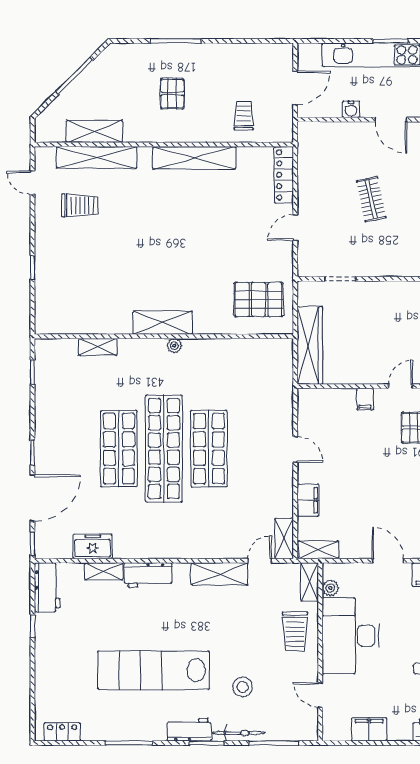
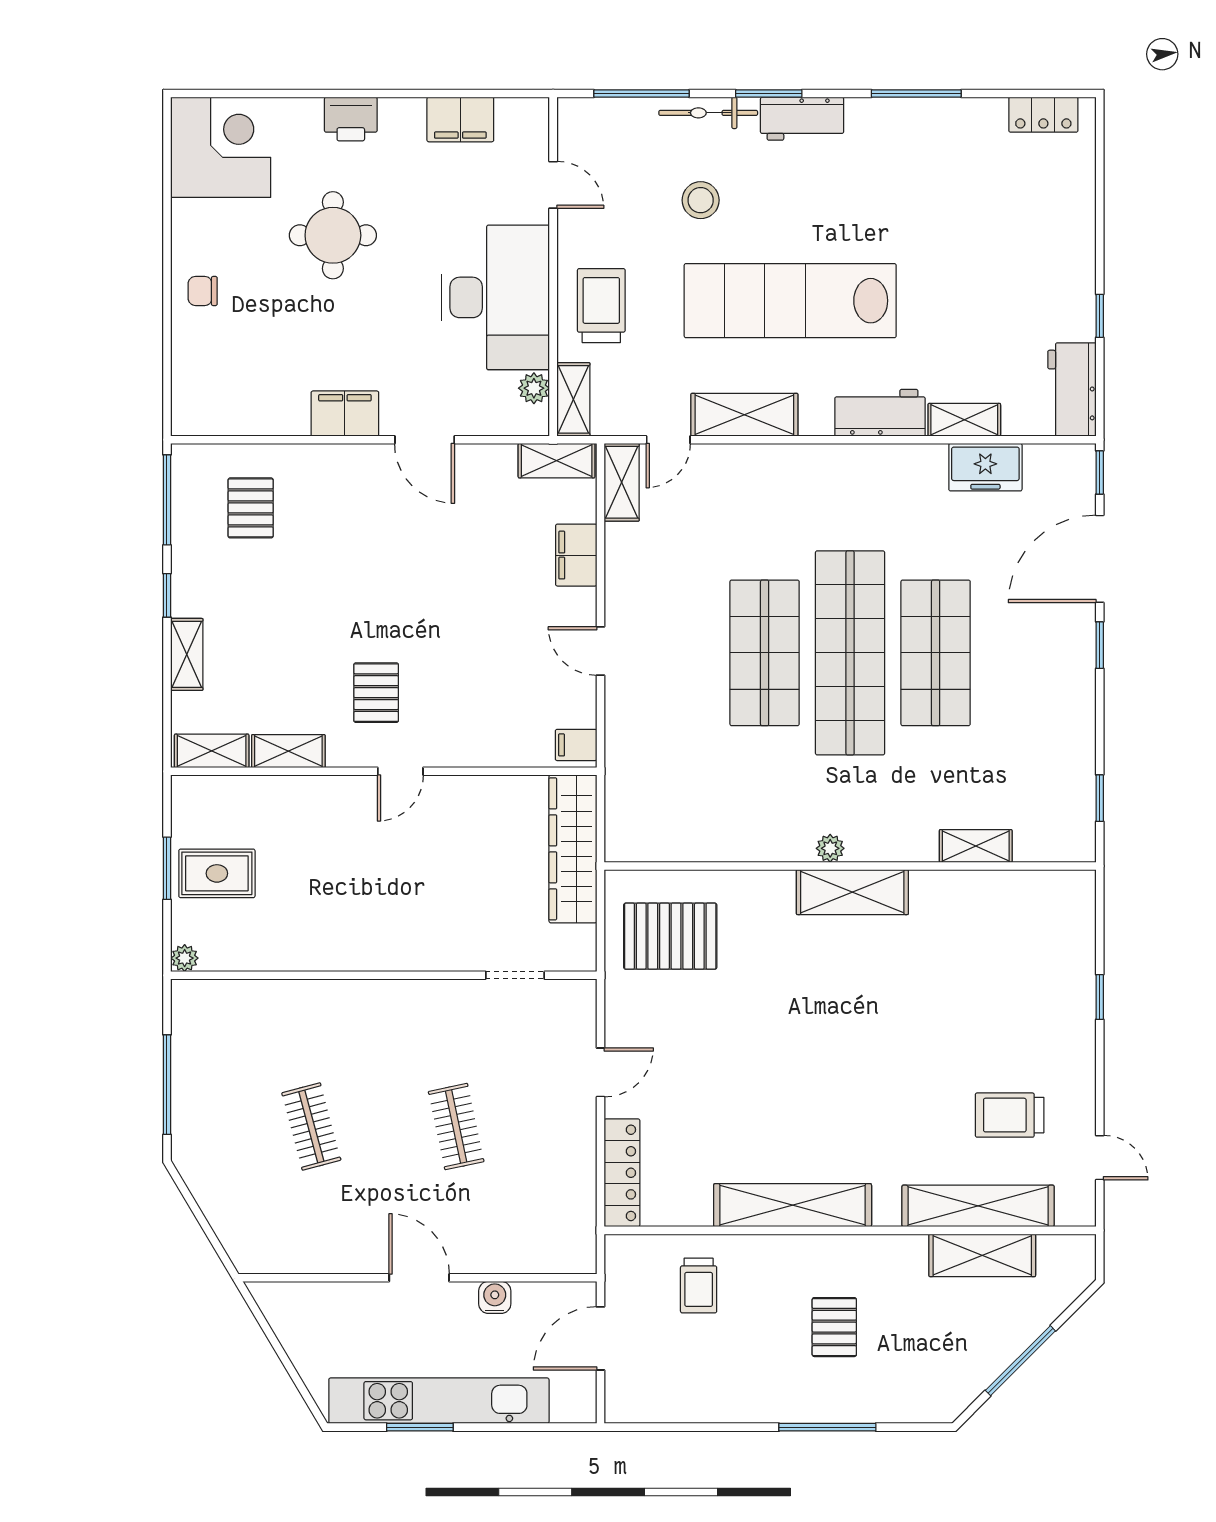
filing cabinet: (365, 399) -> (576, 745), moved, turned -90
lab bench: (154, 670) -> (790, 301), moved, turned 180

